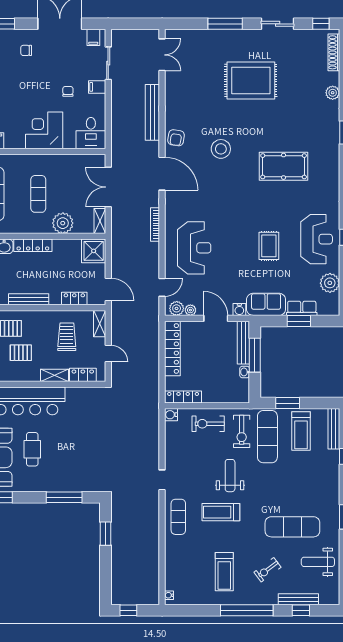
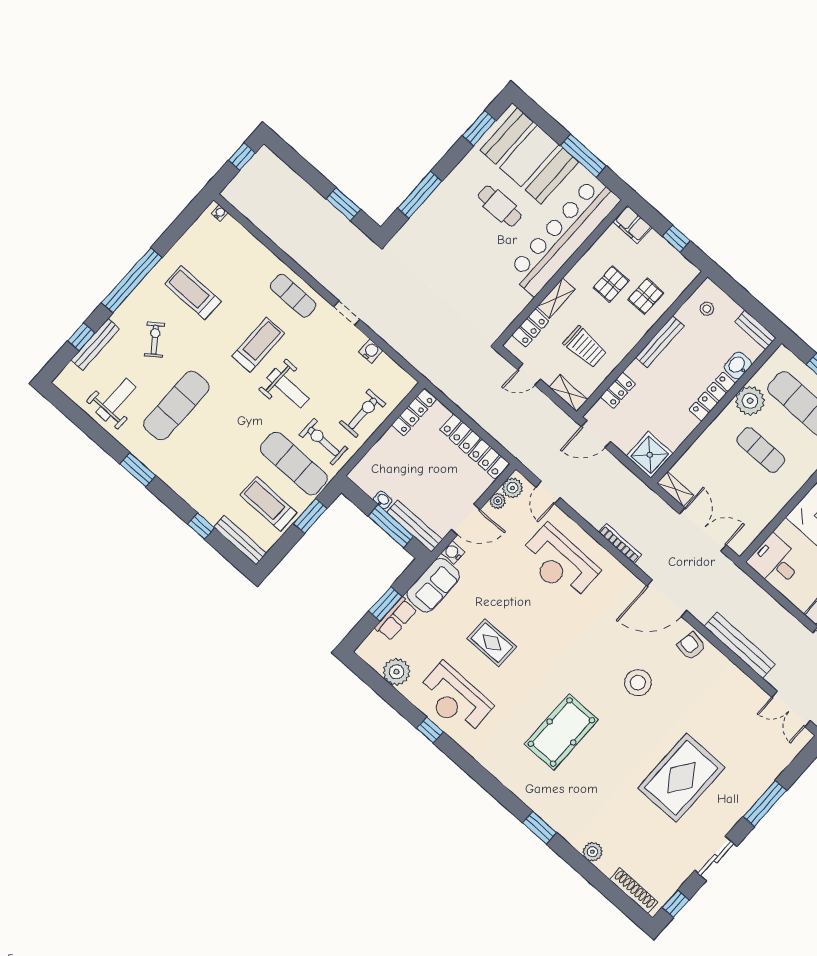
plant: (63, 223) -> (750, 401), moved
water cooler: (171, 415) -> (371, 351), moved

